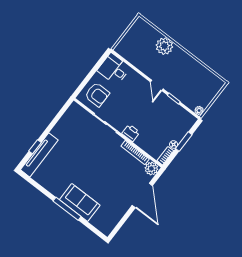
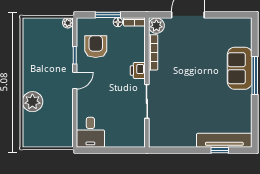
armchair: (97, 95) -> (96, 47), moved

